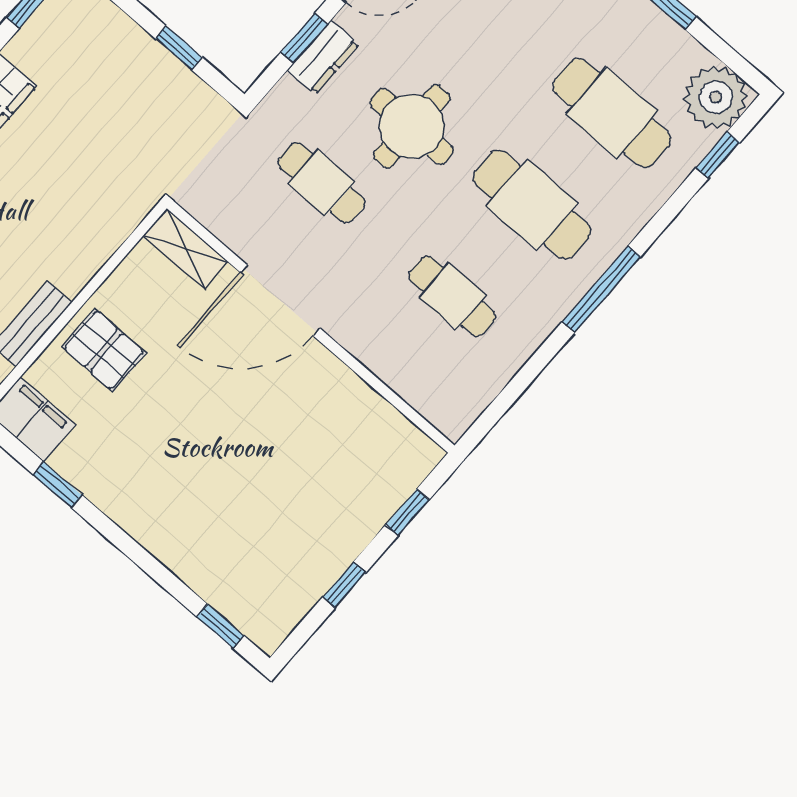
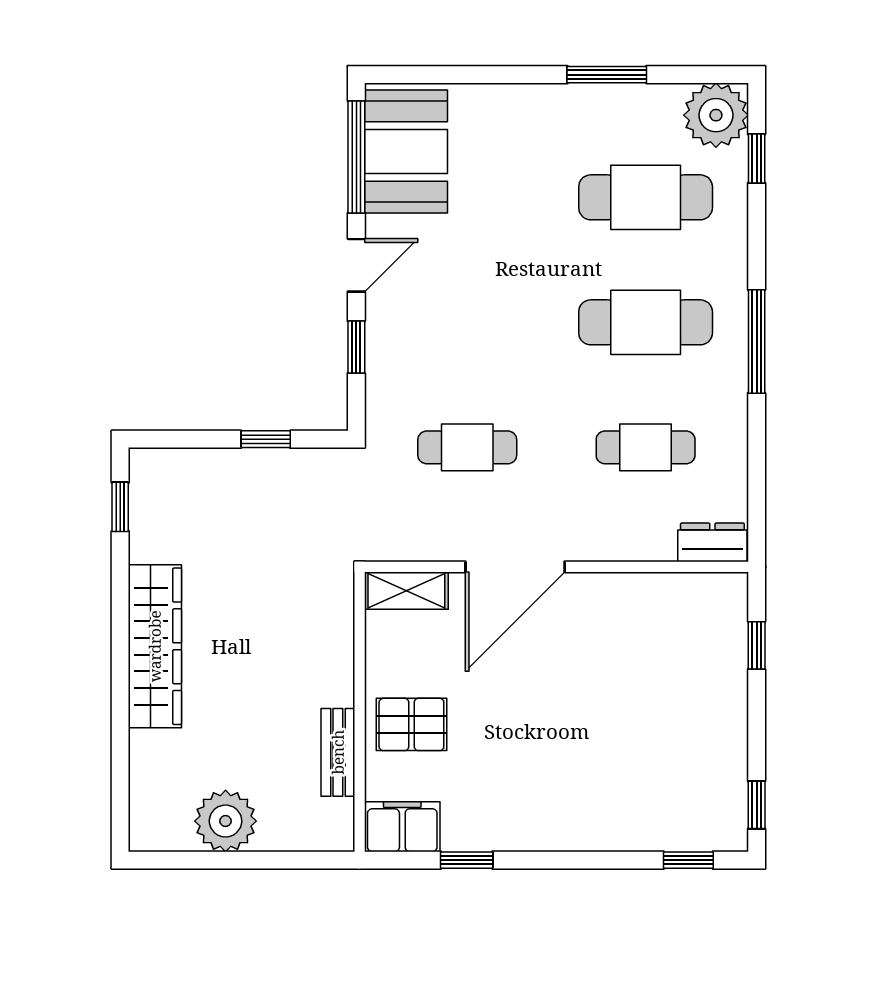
dresser: (323, 57) -> (712, 542), moved, turned -90
round table: (412, 126) -> (499, 343), removed
window: (344, 585) -> (757, 805), moved

